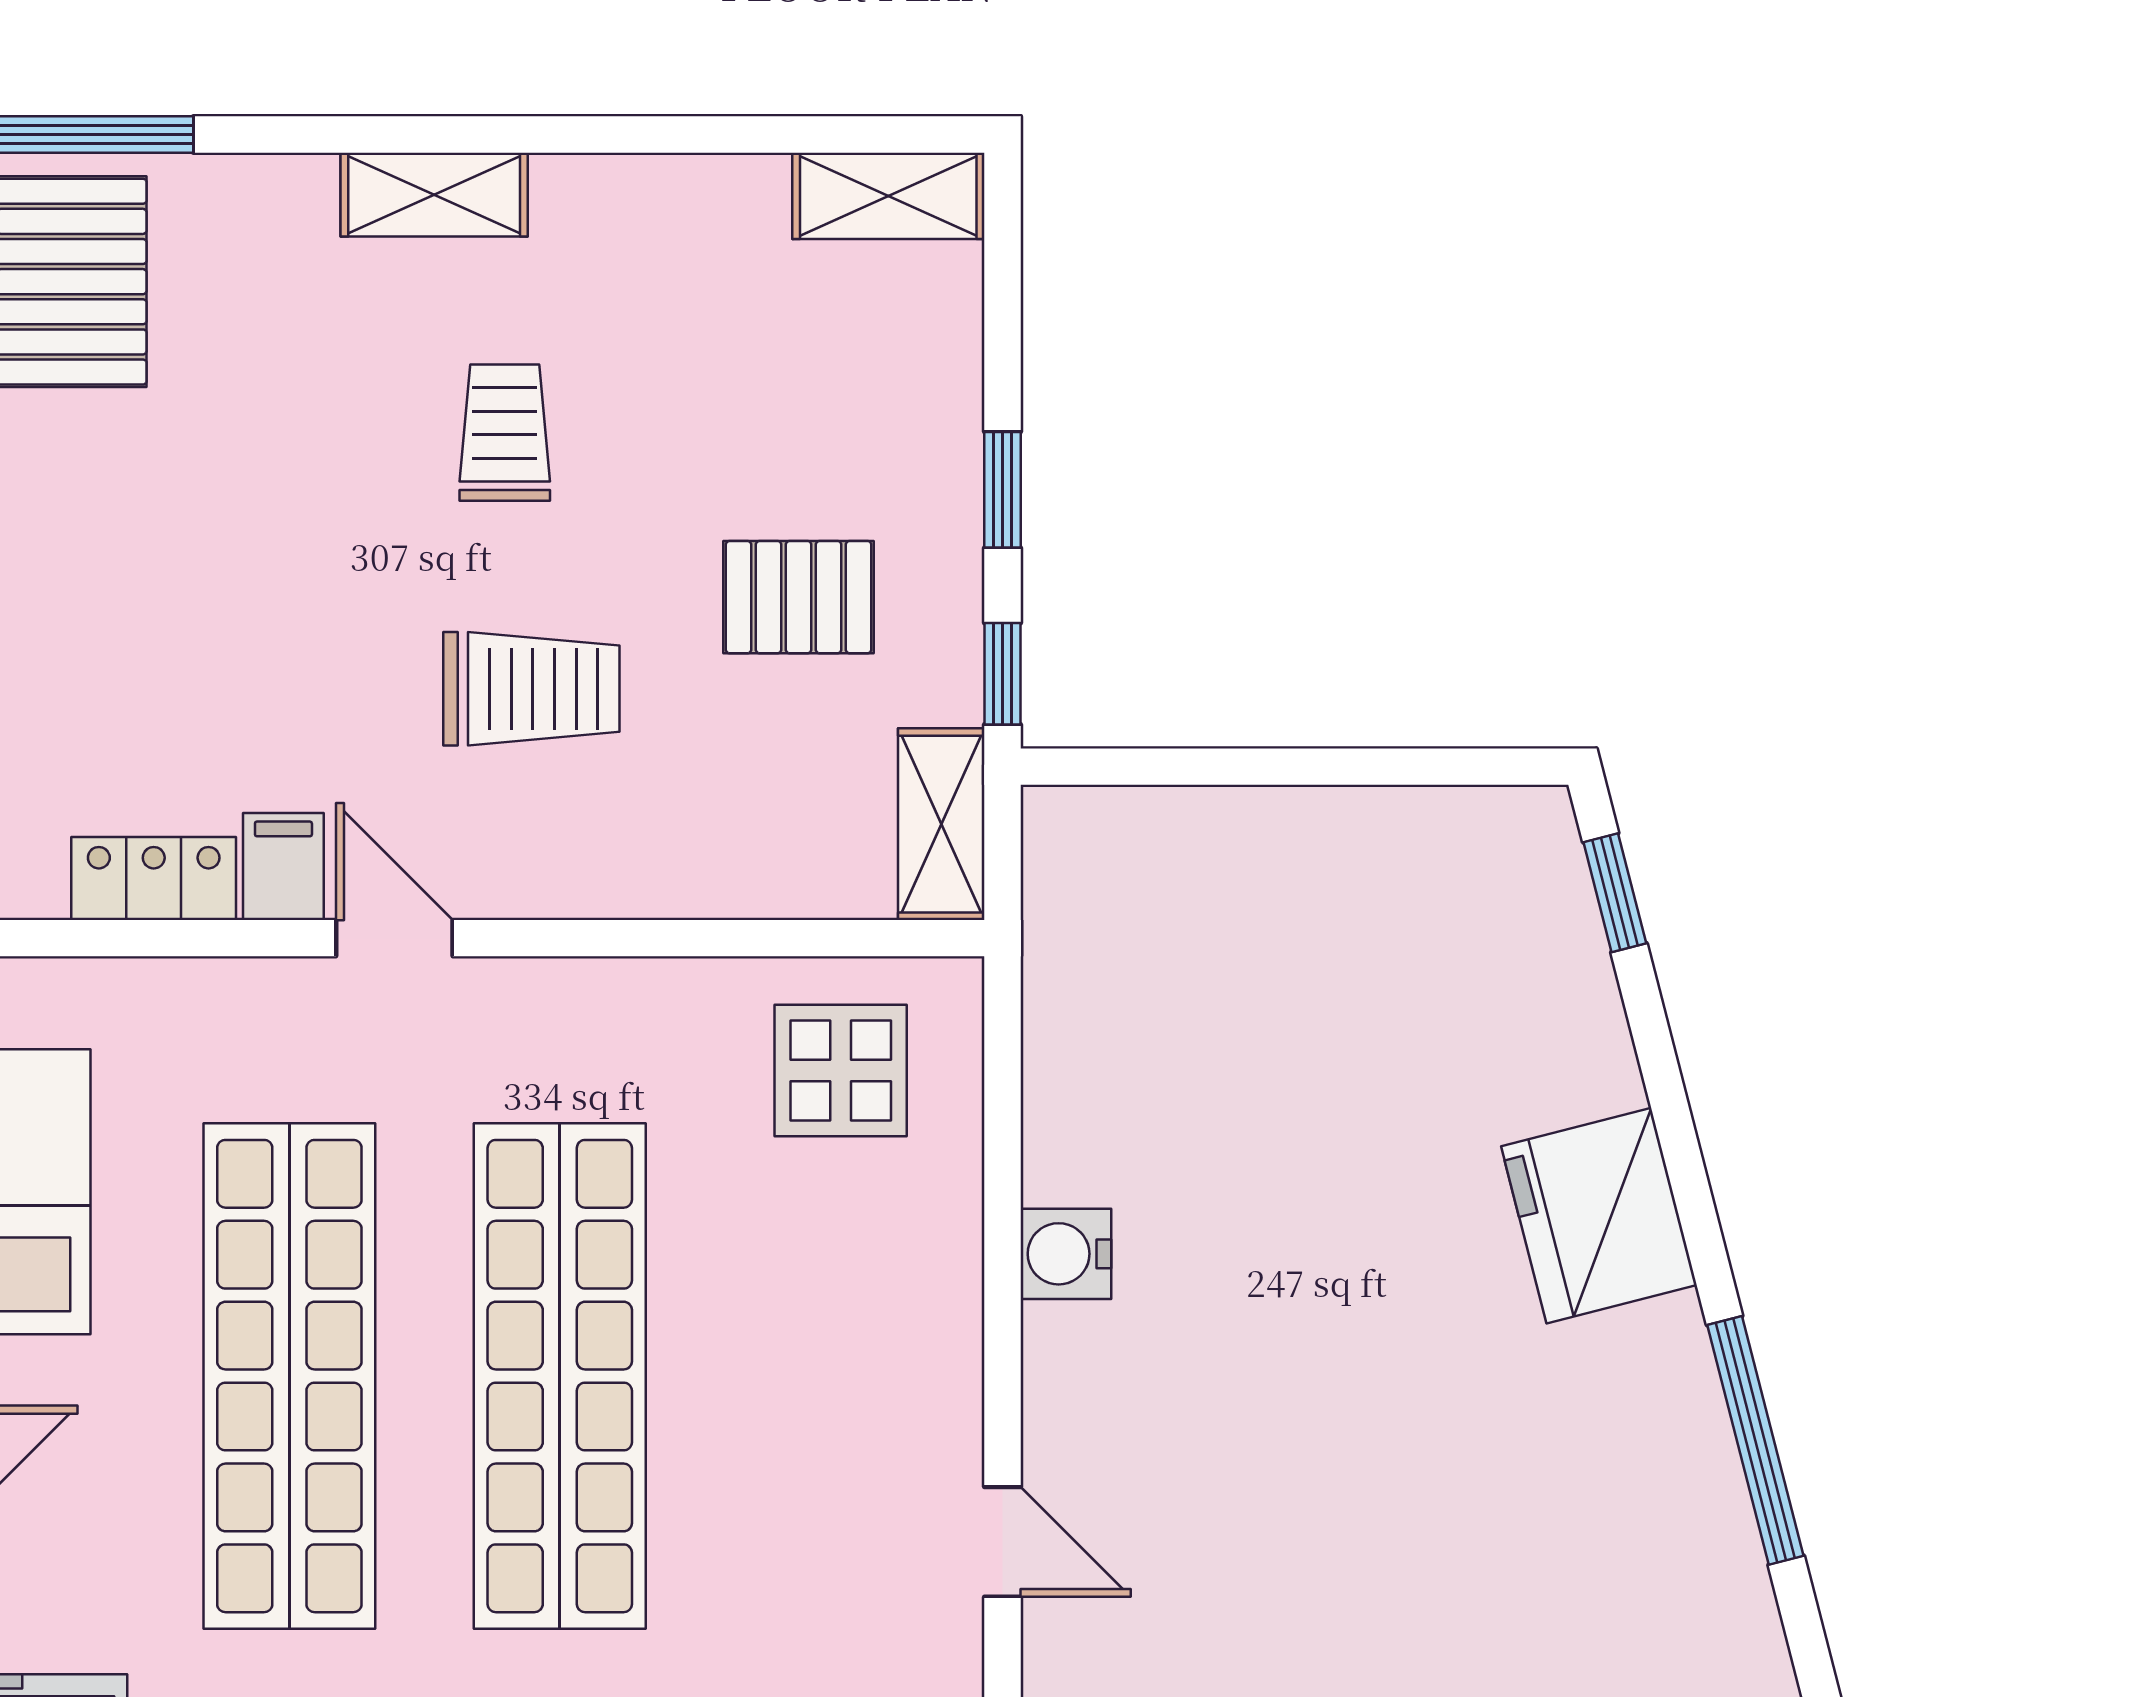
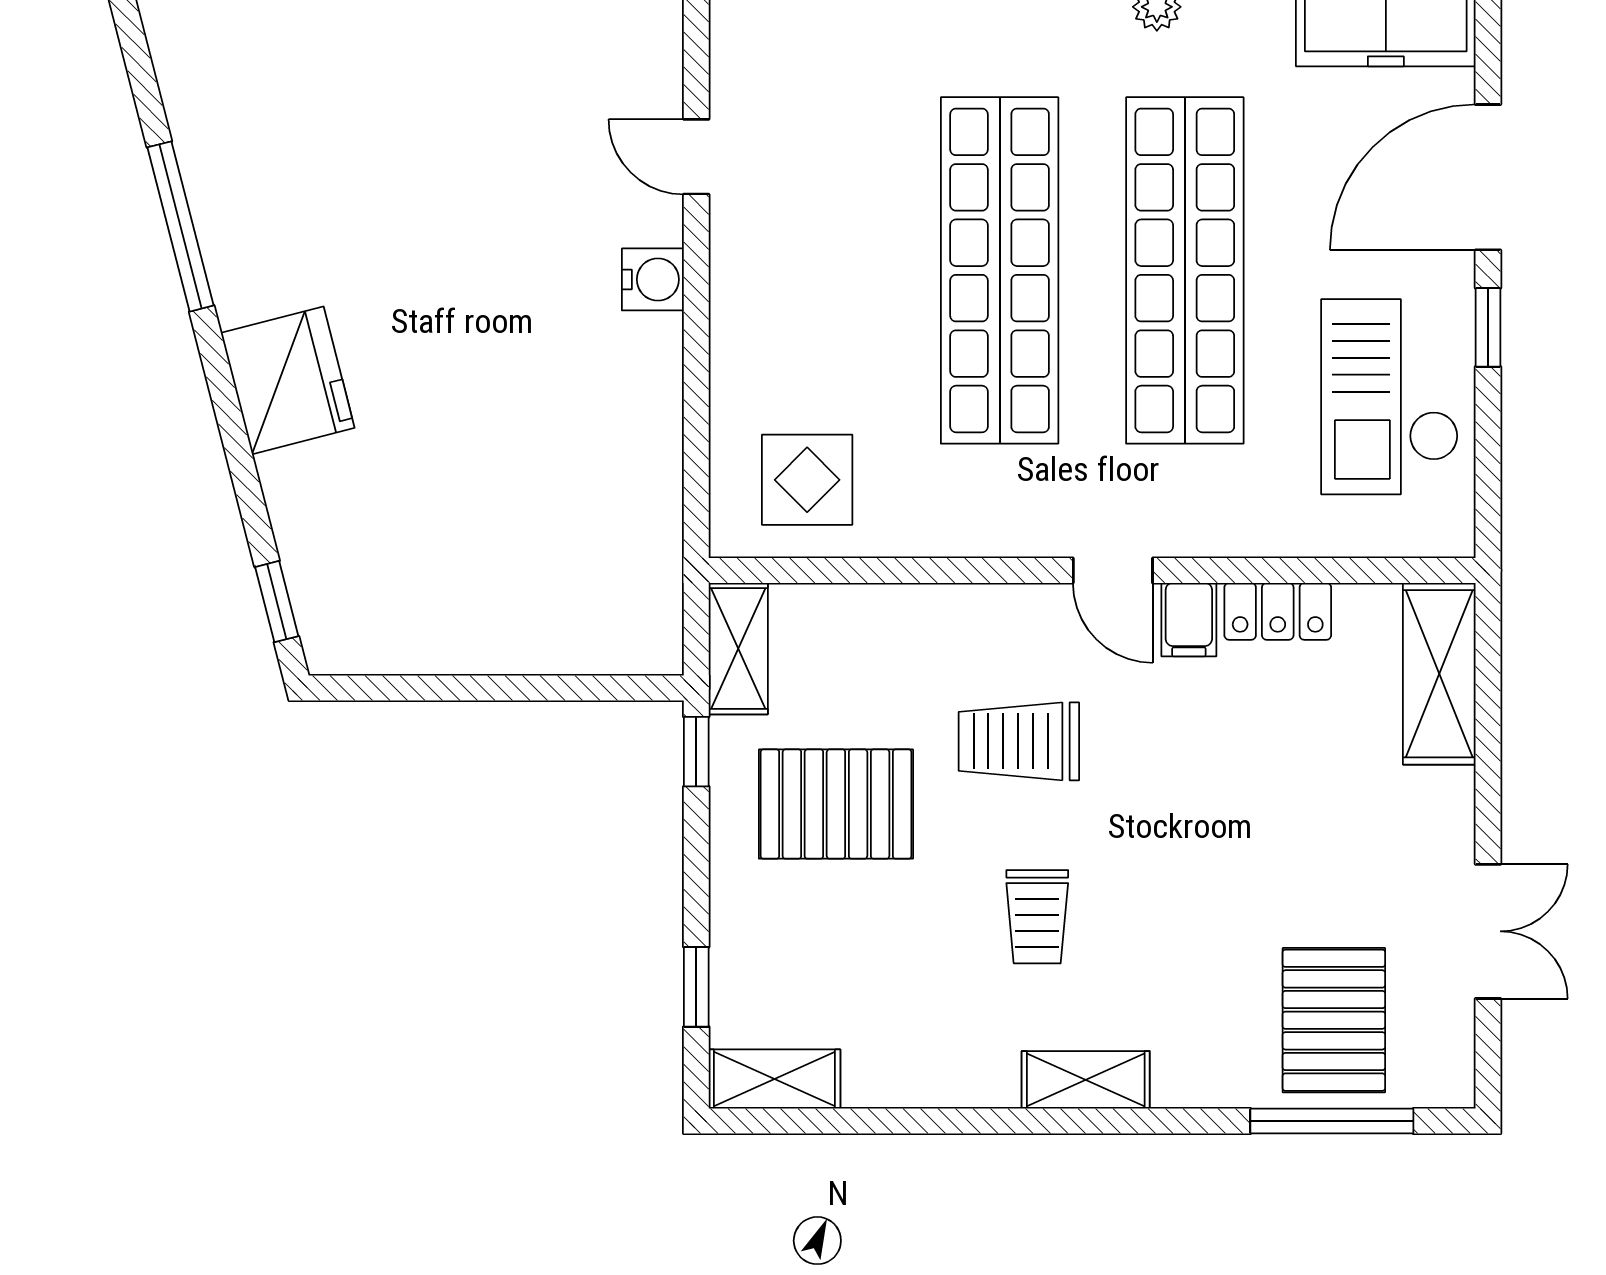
window: (1002, 490) -> (696, 987), moved
pallet: (799, 597) -> (836, 804), width x1.50, depth x1.42
water cooler: (1066, 1254) -> (653, 279), moved

